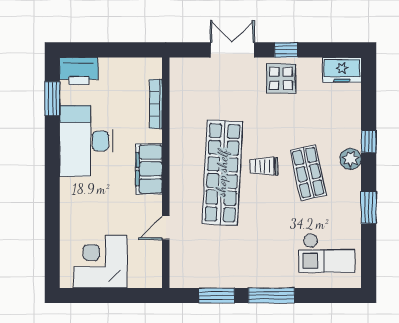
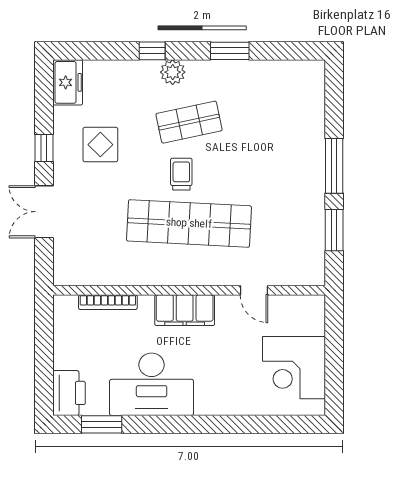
display table: (281, 79) -> (100, 145), moved
trolley: (264, 166) -> (181, 174), turned 180
checkout: (327, 253) -> (284, 100), removed

